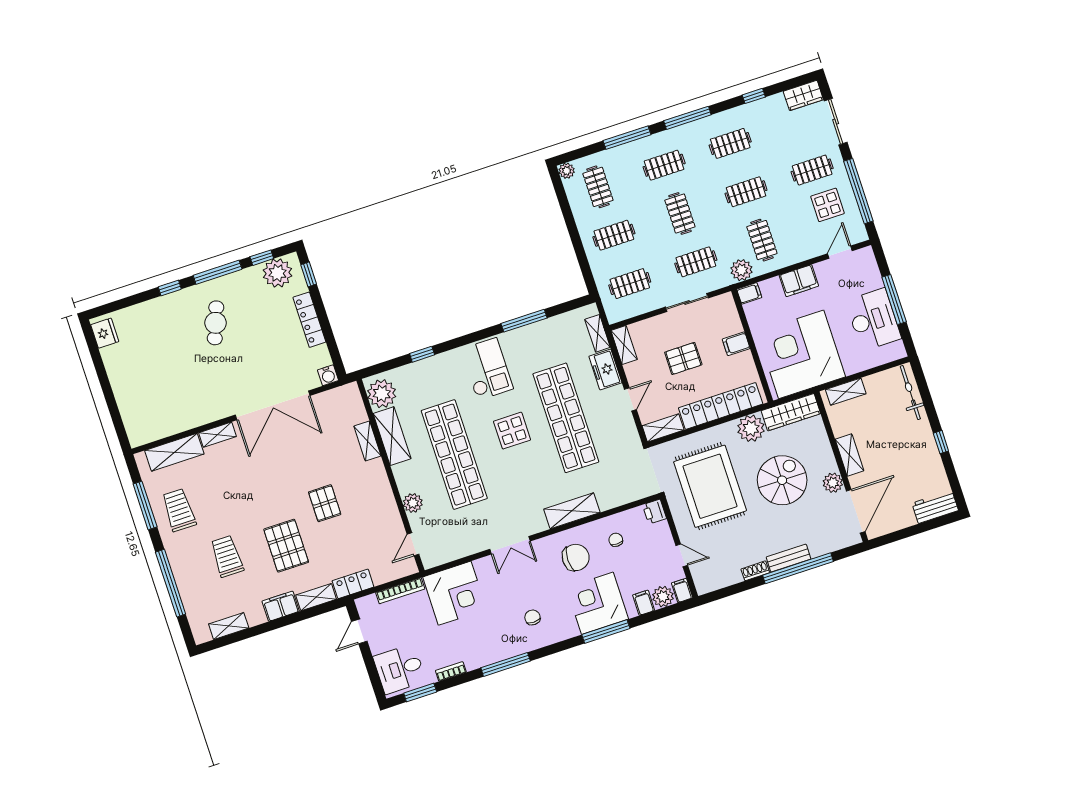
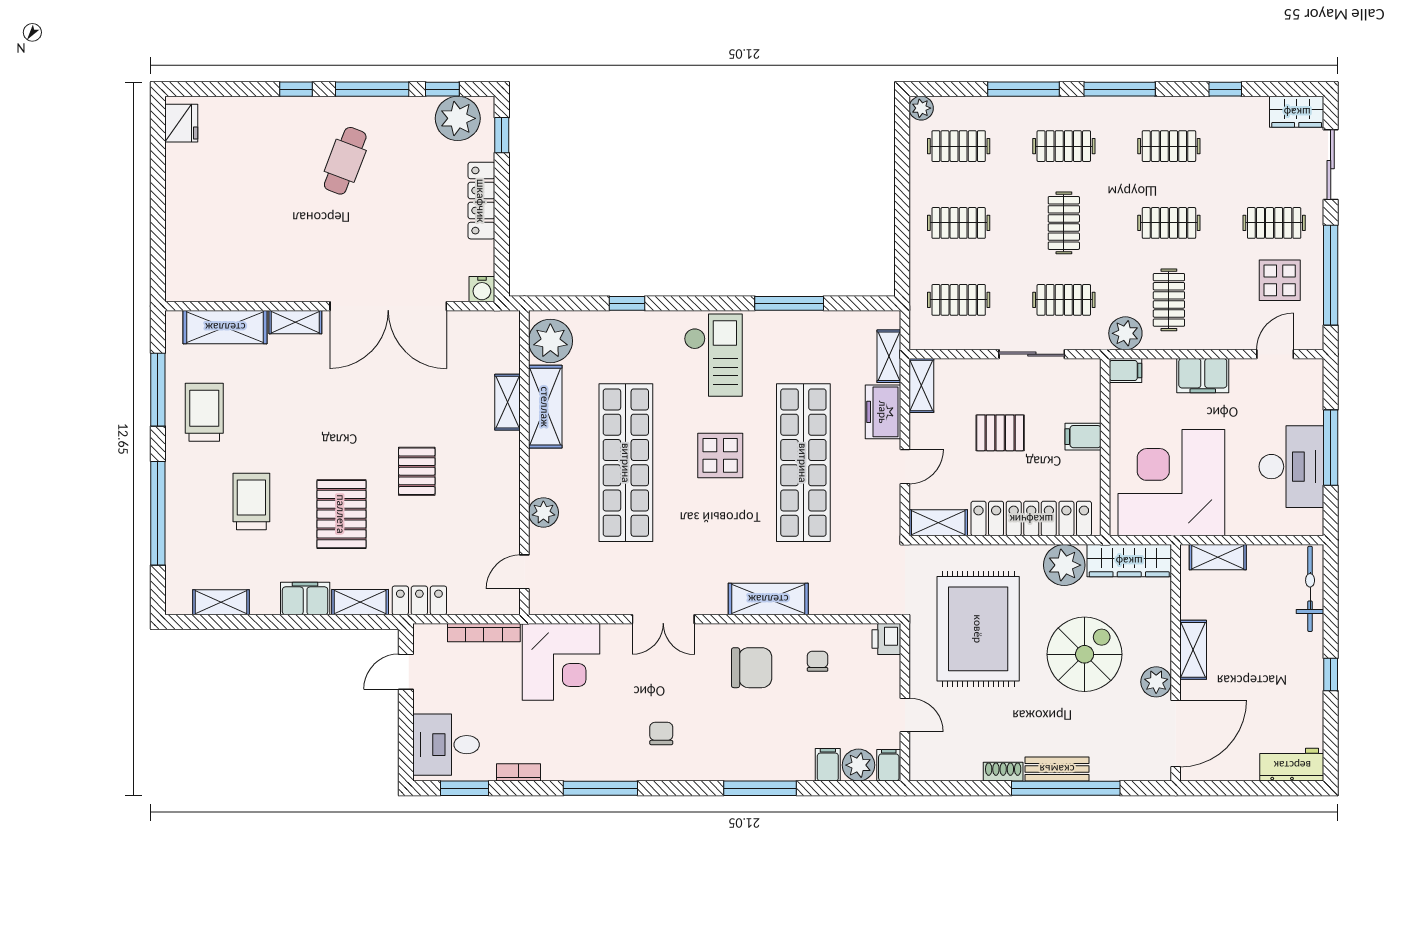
clothes rail: (598, 187) -> (959, 146), turned 90
corner desk: (597, 603) -> (761, 744), removed

